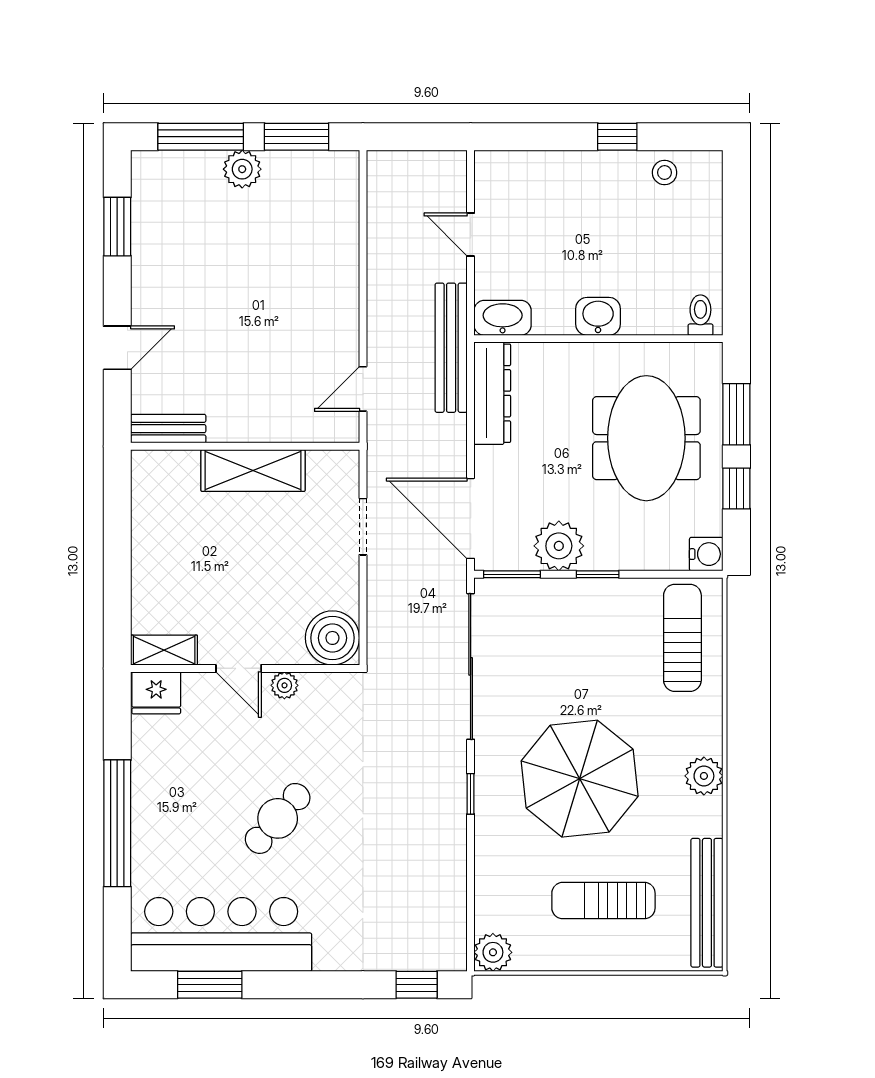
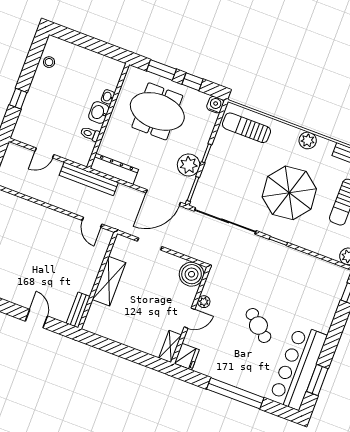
window: (617, 137) -> (18, 99), moved
toilet: (700, 315) -> (90, 134), moved
washbasin: (503, 318) -> (108, 97), moved, width x0.52, depth x0.69

